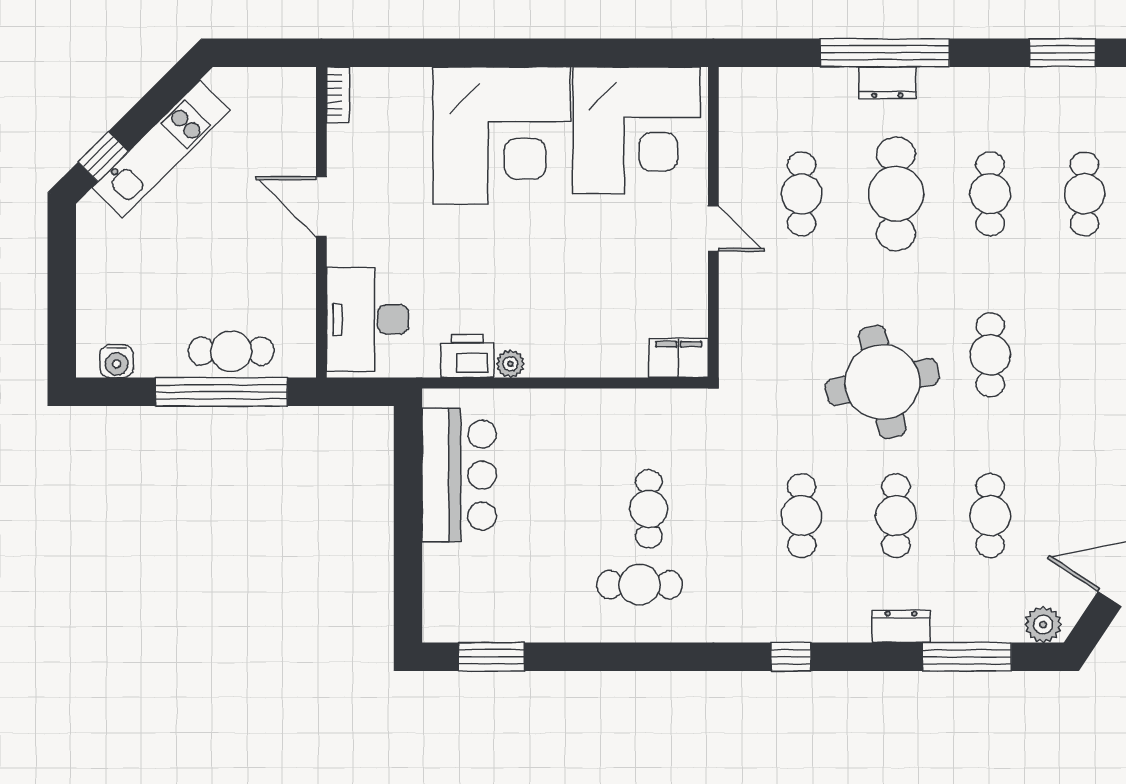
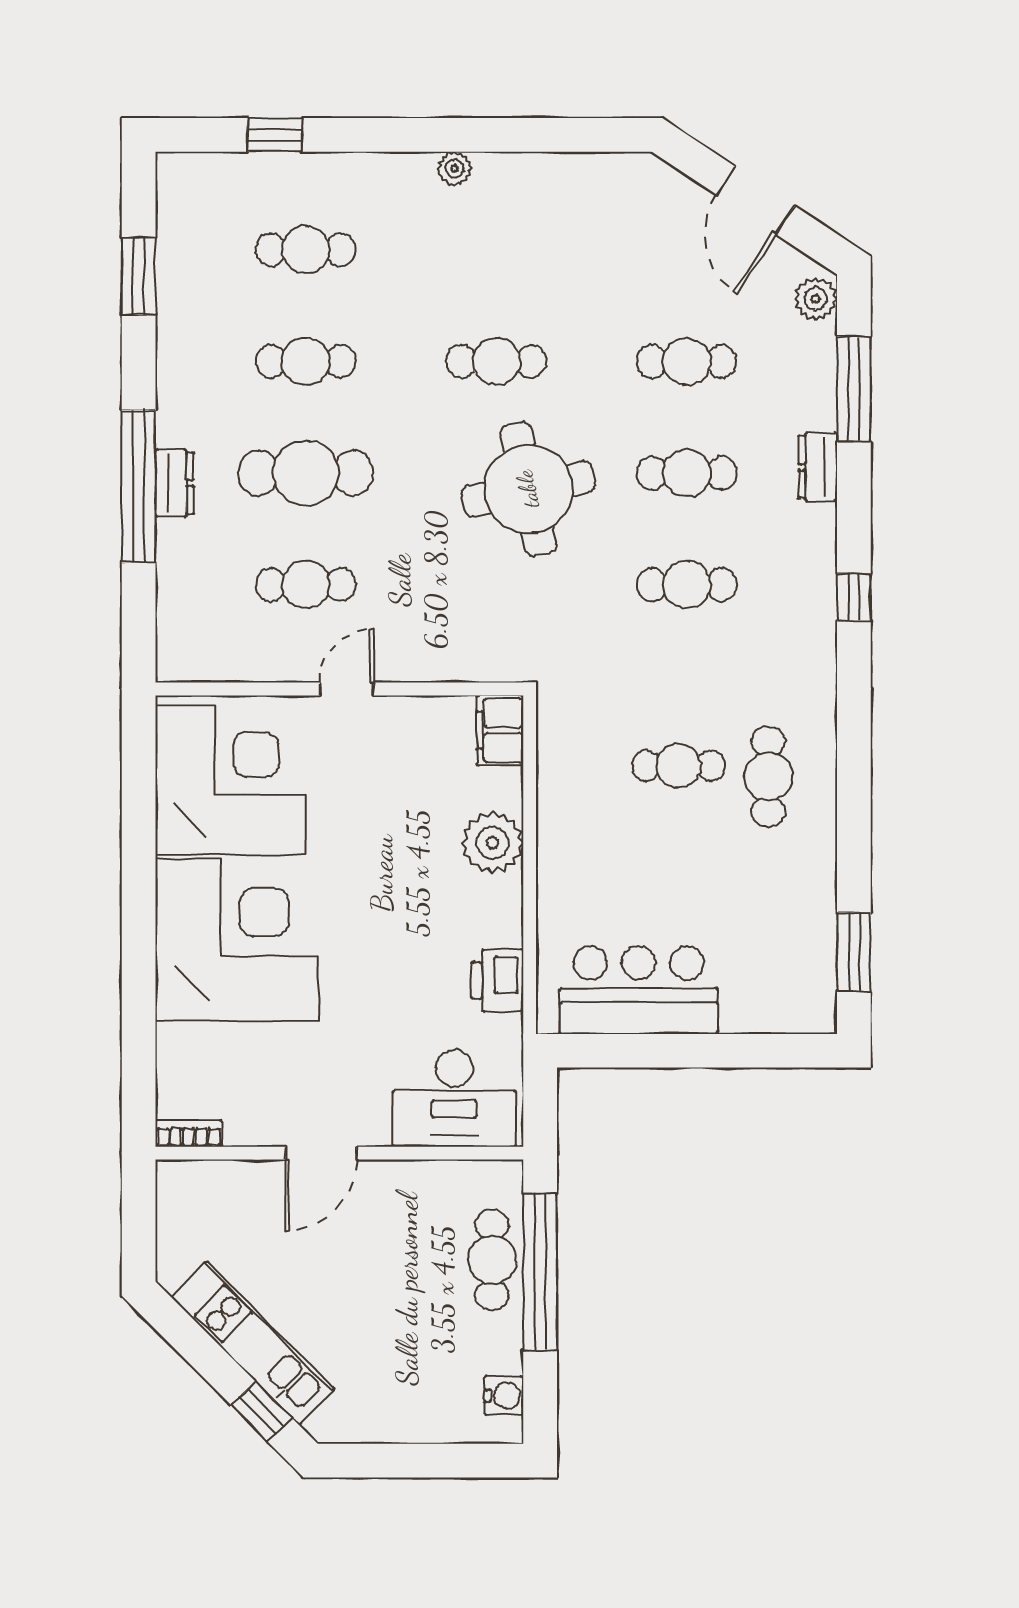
plant: (510, 364) -> (492, 843), moved, width x1.88, depth x1.88

